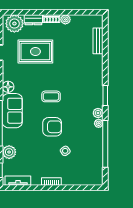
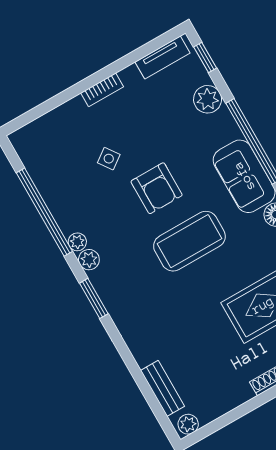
plant: (65, 19) -> (188, 424), moved
coffee table: (51, 96) -> (189, 241), width x1.86, depth x1.72
armchair: (52, 127) -> (157, 188), turned -90

